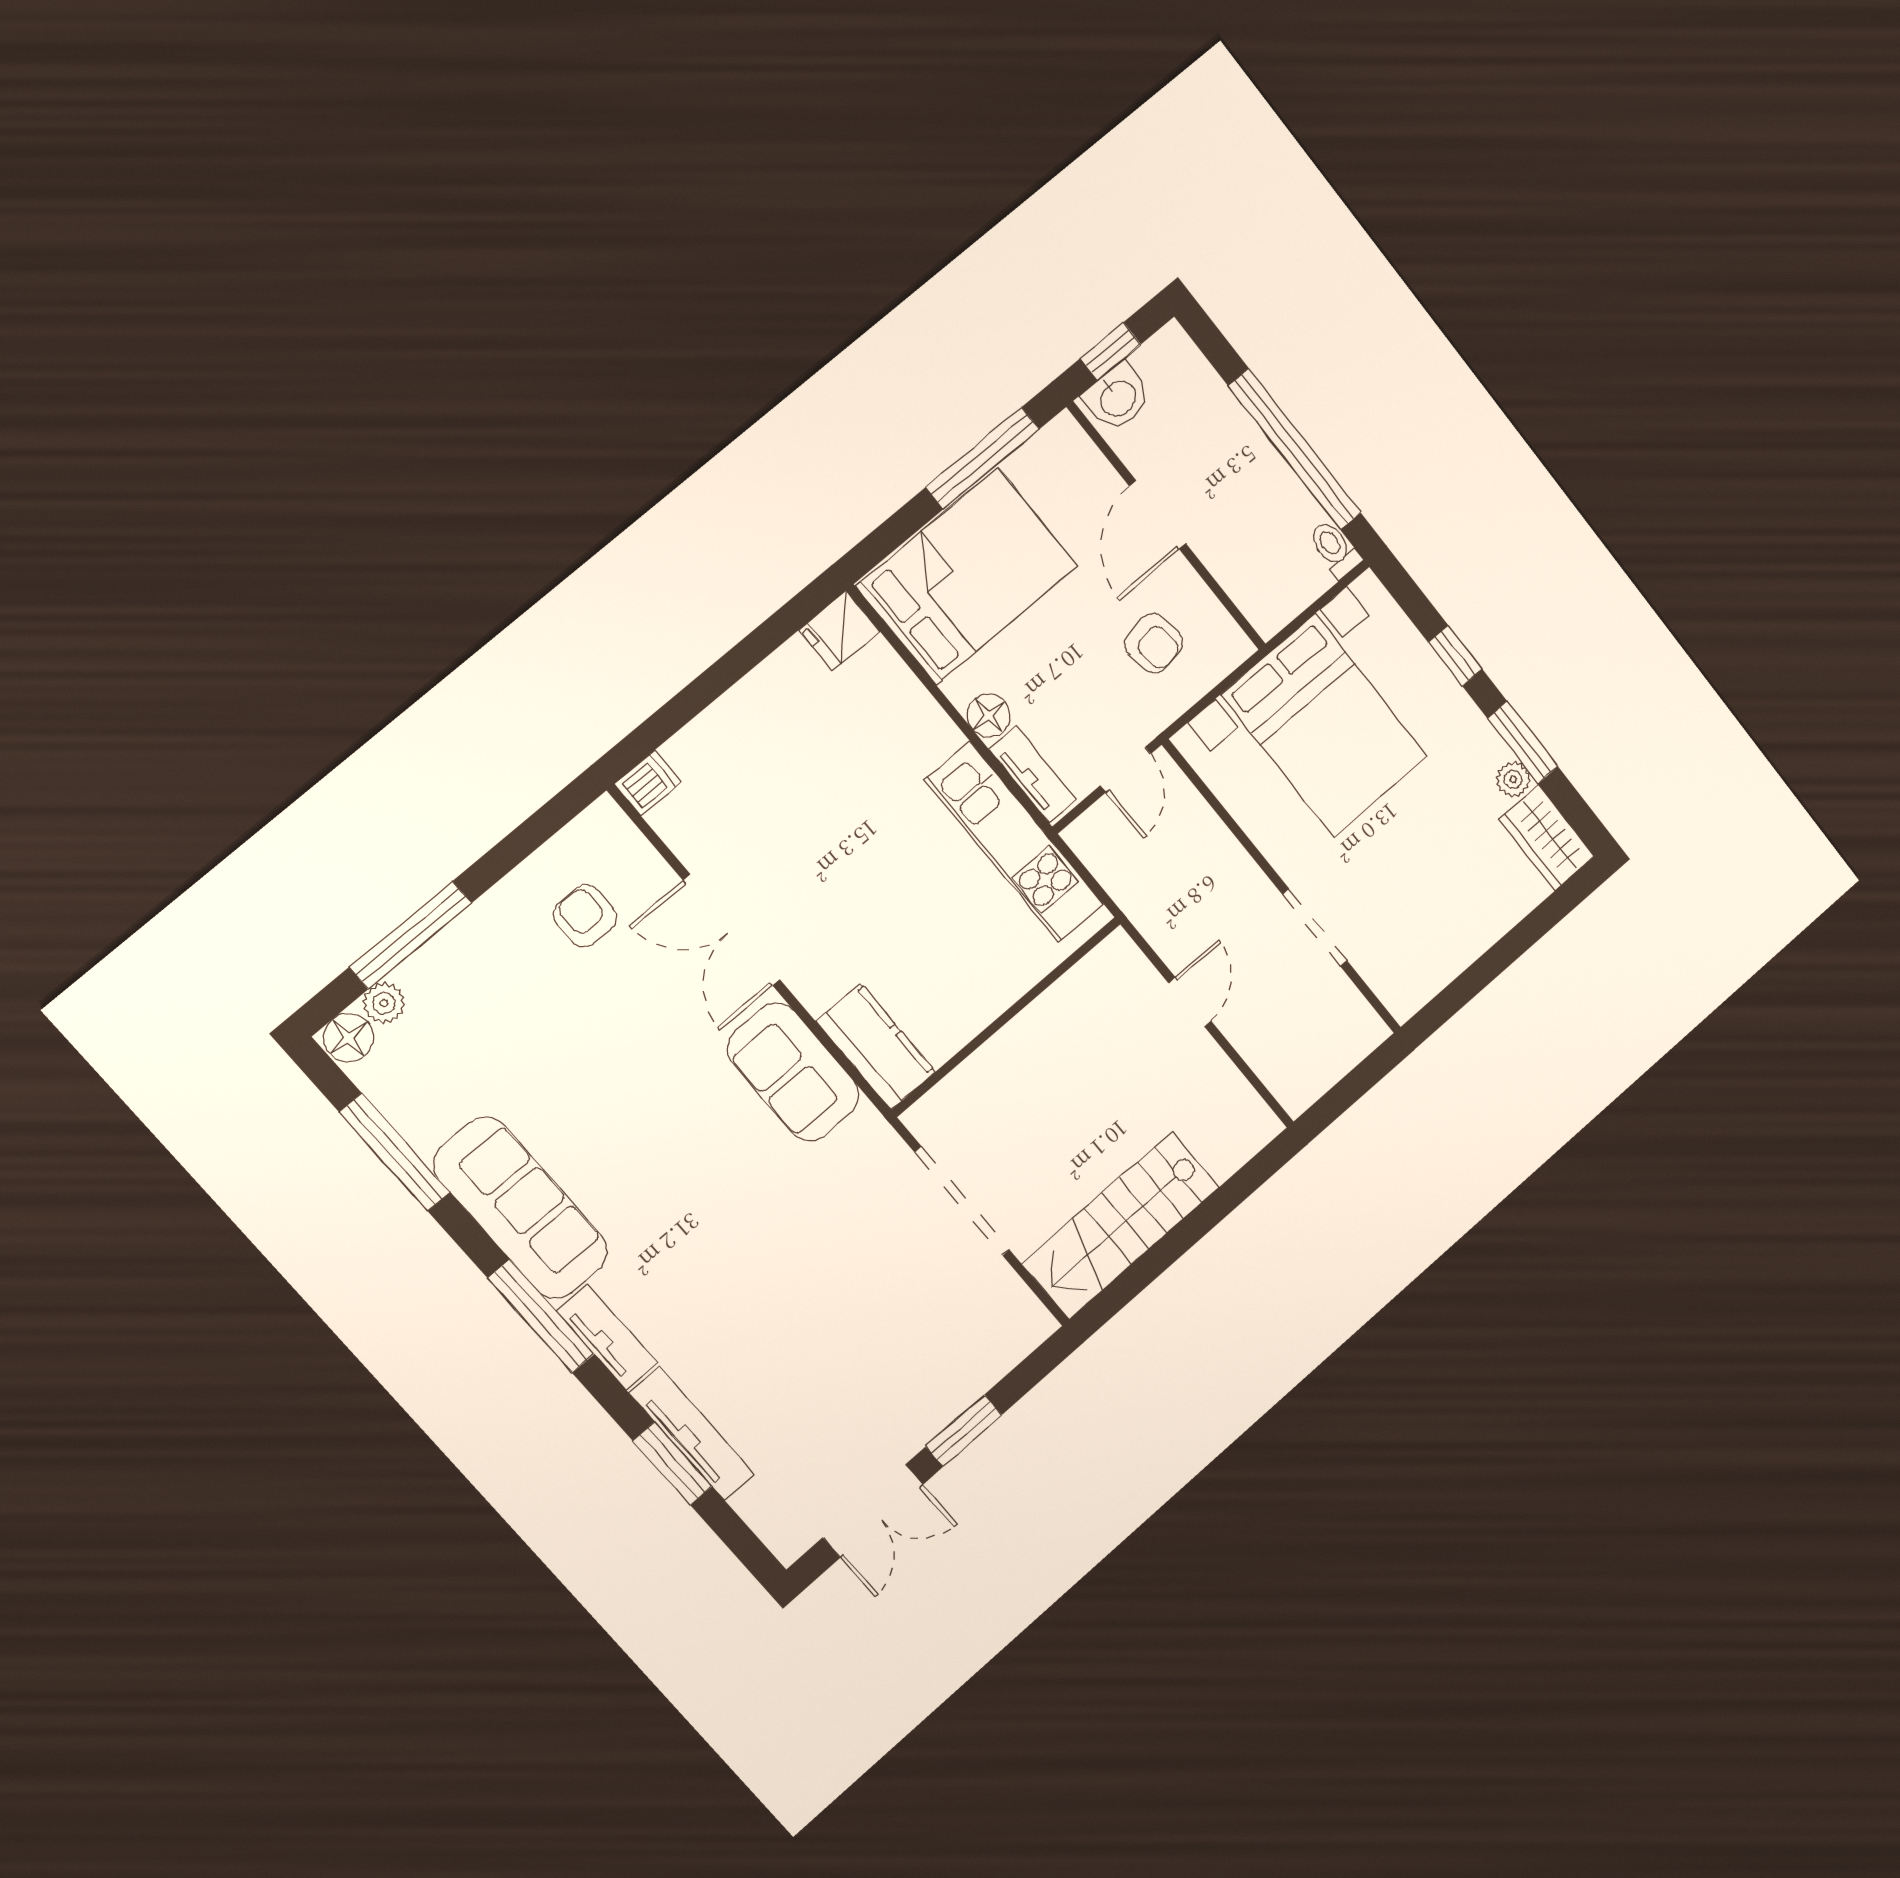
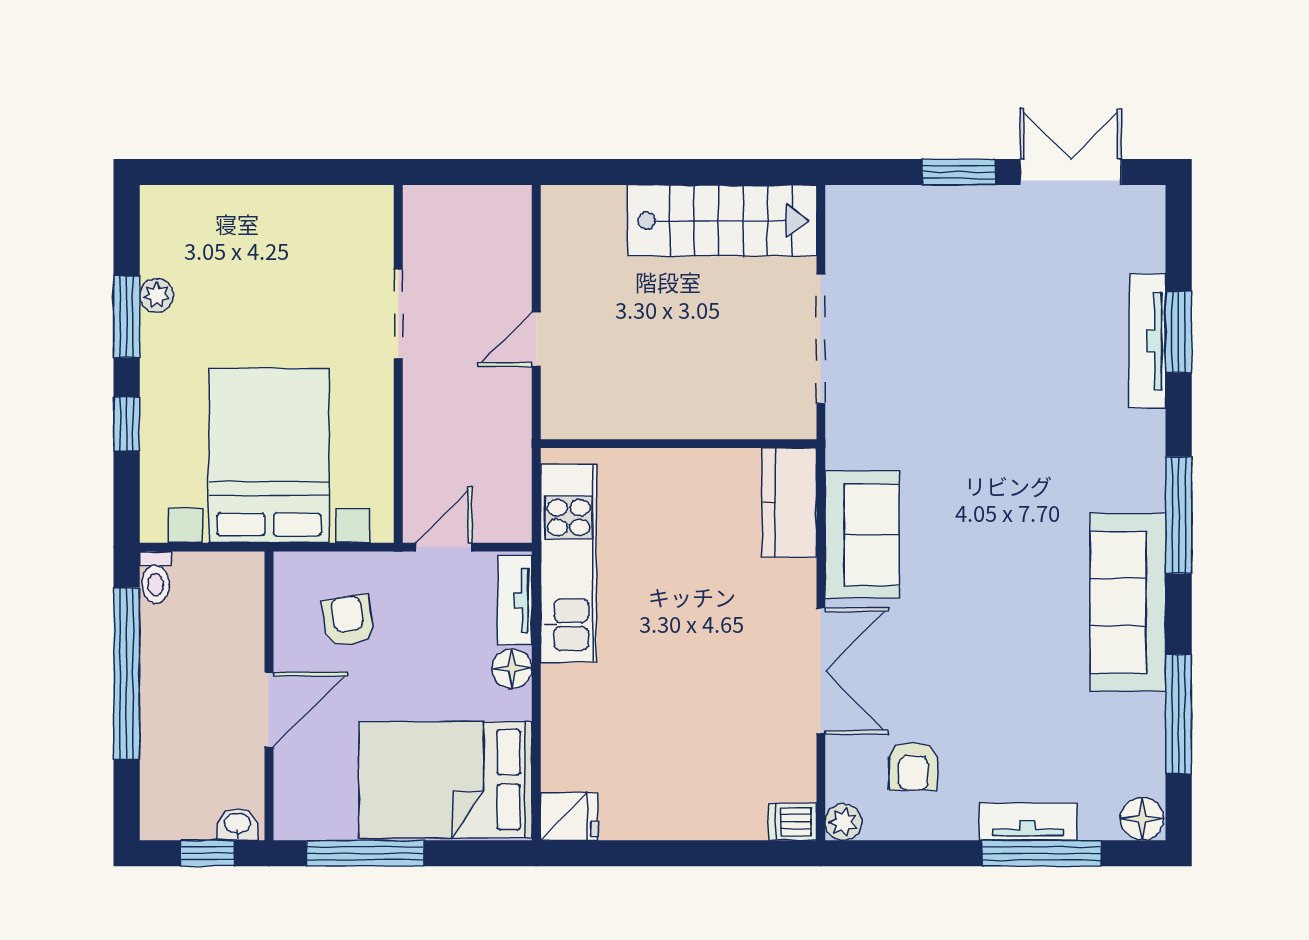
washbasin: (1117, 397) -> (237, 824), width x0.72, depth x0.69
wardrobe: (1547, 838) -> (166, 230), removed
plant: (384, 1003) -> (843, 822), moved
tv unit: (607, 1337) -> (1028, 822), moved, turned 90

